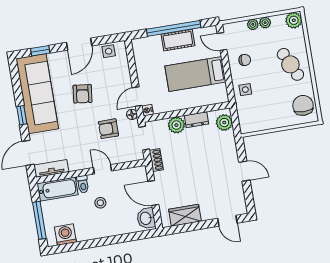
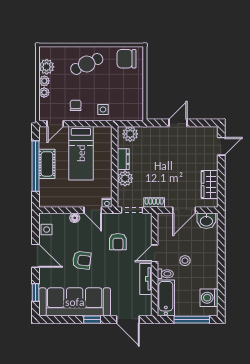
plant: (294, 20) -> (47, 67), moved
floor lamp: (132, 114) -> (75, 218), moved
tv unit: (51, 168) -> (146, 279), moved

